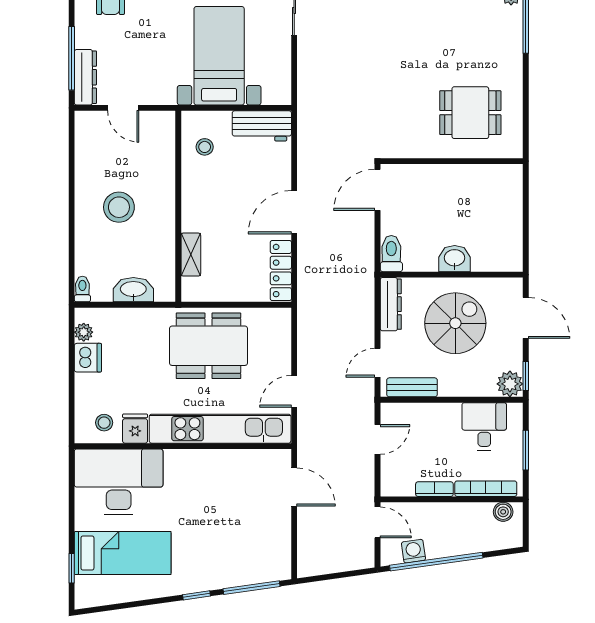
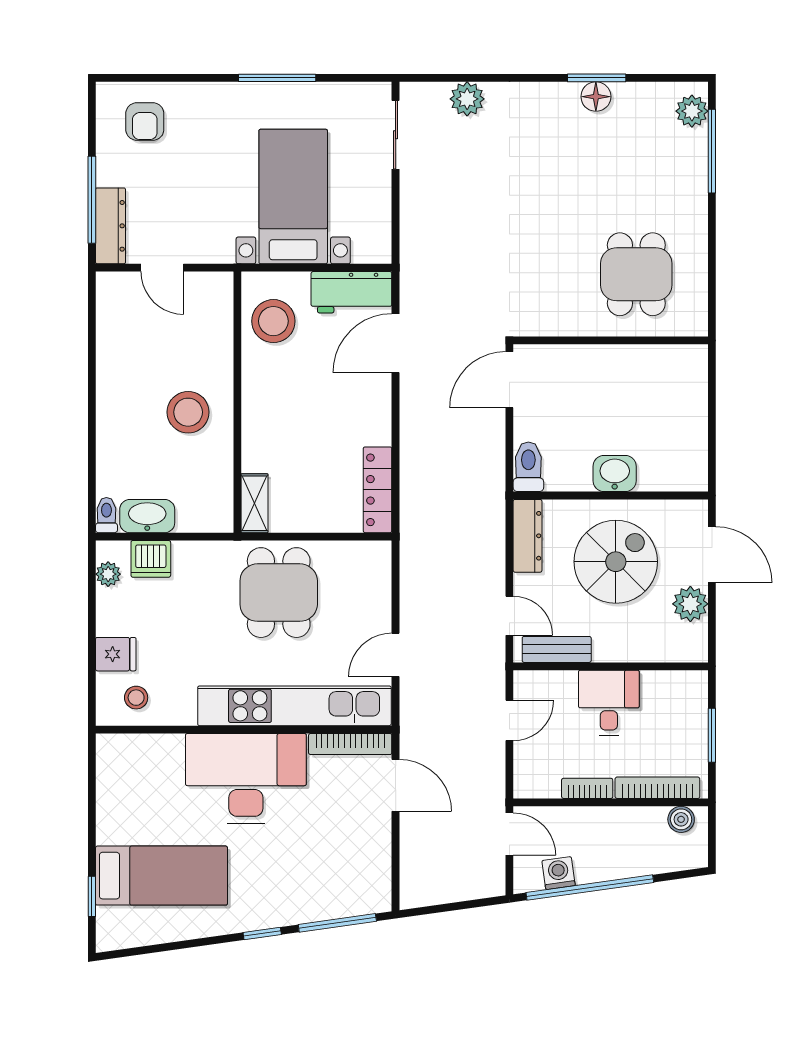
dining table: (470, 113) -> (636, 274), turned 90
stool: (205, 147) -> (273, 321), width x1.89, depth x1.89
stool: (119, 207) -> (188, 412), moved
door: (294, 212) -> (396, 343), moved
shelving: (191, 255) -> (254, 503), moved
washbasin: (133, 290) -> (147, 516), moved
dining table: (208, 346) -> (279, 593), width x0.73
dishwasher: (88, 358) -> (151, 559), moved, turned 90
door: (377, 363) -> (509, 616), swing flipped
window: (526, 376) -> (712, 634), removed
plant: (510, 384) -> (690, 604), moved
desk: (484, 426) -> (609, 703), moved
fridge: (135, 429) -> (116, 654), moved, turned 90
bookcase: (261, 457) -> (350, 744), added
desk: (119, 482) -> (246, 779), moved

